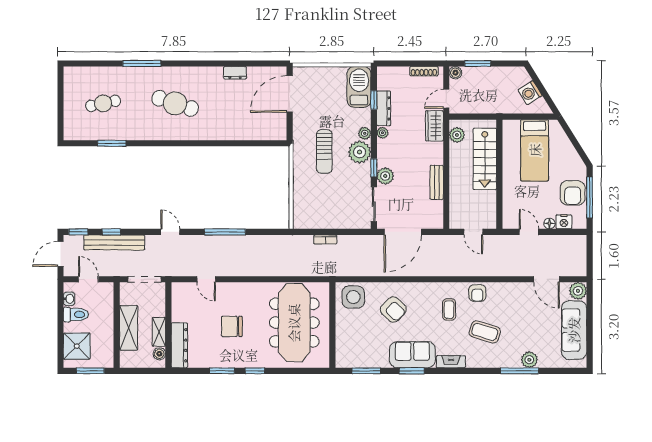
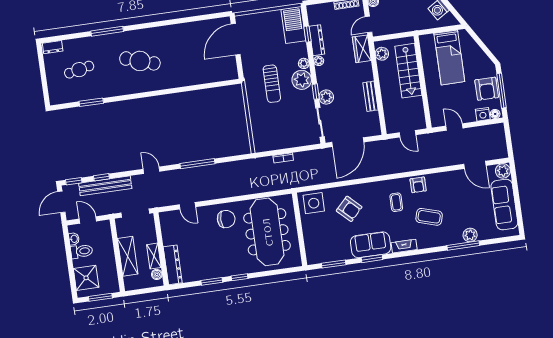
dresser: (235, 73) -> (53, 47), moved
floor lamp: (549, 223) -> (495, 114), moved
chair: (232, 326) -> (226, 219), moved, turned 180

